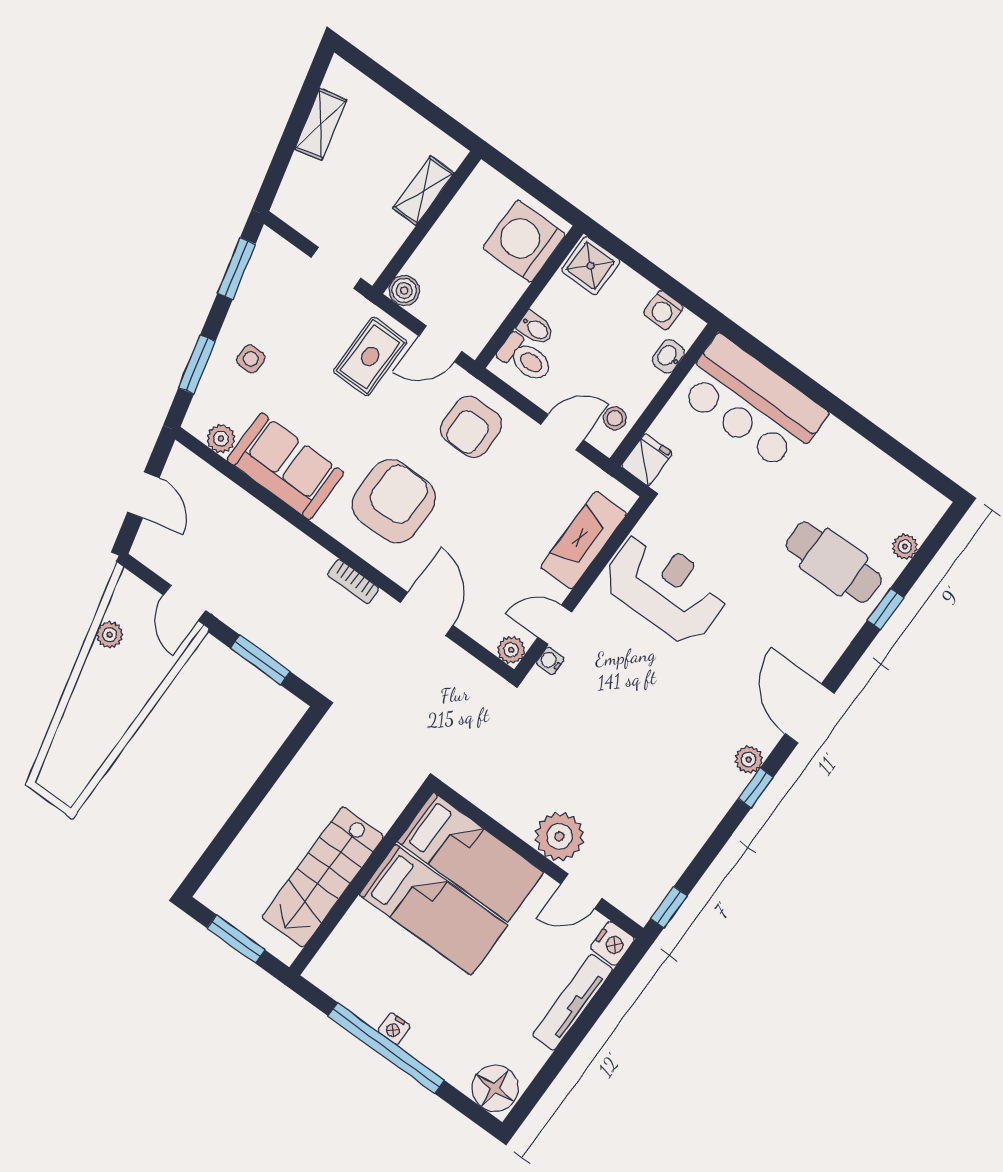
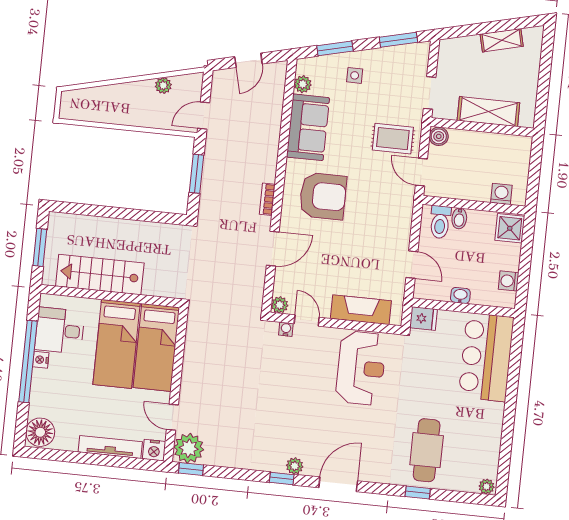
shelving: (423, 191) -> (488, 112), width x1.50, depth x1.33
washing machine: (524, 241) -> (501, 194), width x0.53, depth x0.53
washbasin: (668, 356) -> (460, 295), moved
stool: (615, 418) -> (436, 289), removed
armchair: (471, 427) -> (387, 214), removed
plant: (905, 547) -> (487, 487), moved
plant: (559, 836) -> (189, 448), moved
desk: (369, 978) -> (60, 331), added

